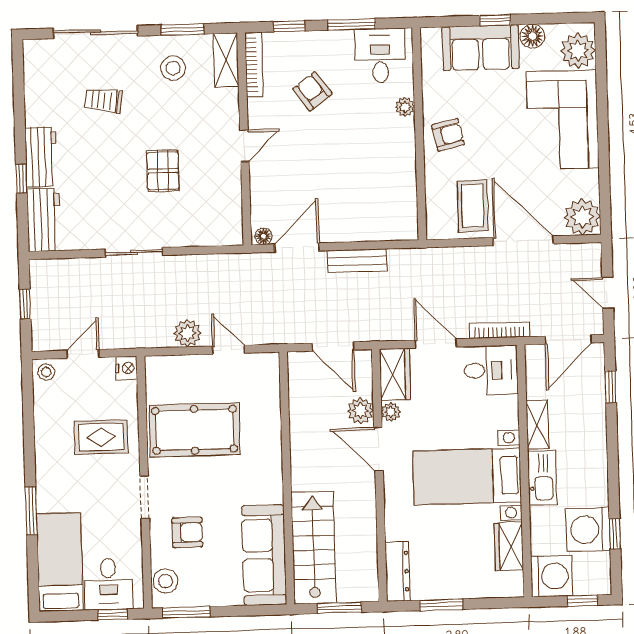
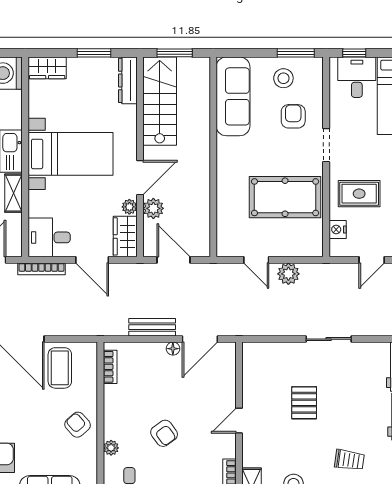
armchair: (312, 91) -> (164, 433), moved
armchair: (448, 135) -> (78, 425), turned 61
bookcase: (409, 209) -> (110, 367), added
floor lamp: (264, 236) -> (173, 349), moved
nightstand: (126, 368) -> (338, 229), moved
door: (378, 449) -> (140, 178), hinge flipped
armchair: (187, 532) -> (293, 116), turned 90
wardrobe: (509, 546) -> (47, 68), moved, turned 90
stairs: (314, 548) -> (160, 101), moved, turned 180
stool: (165, 581) -> (283, 78), moved

